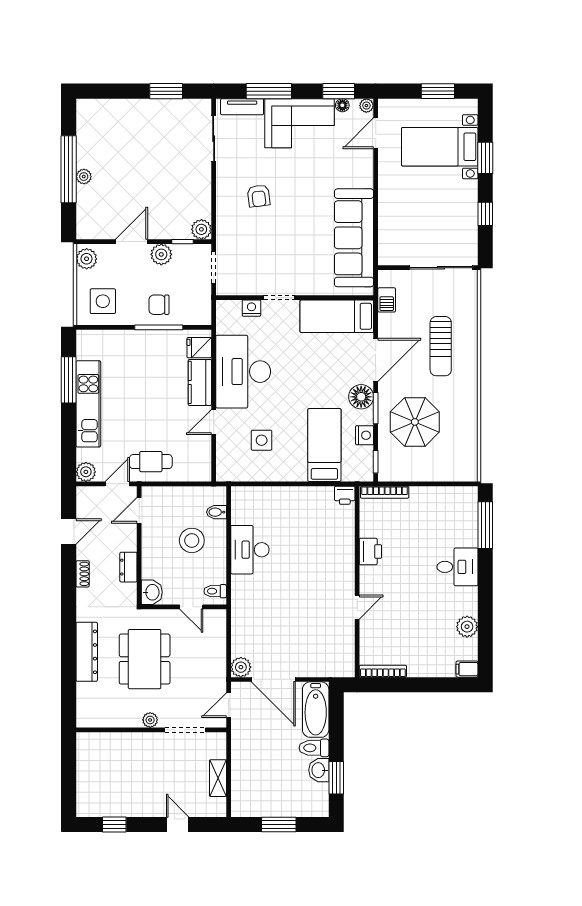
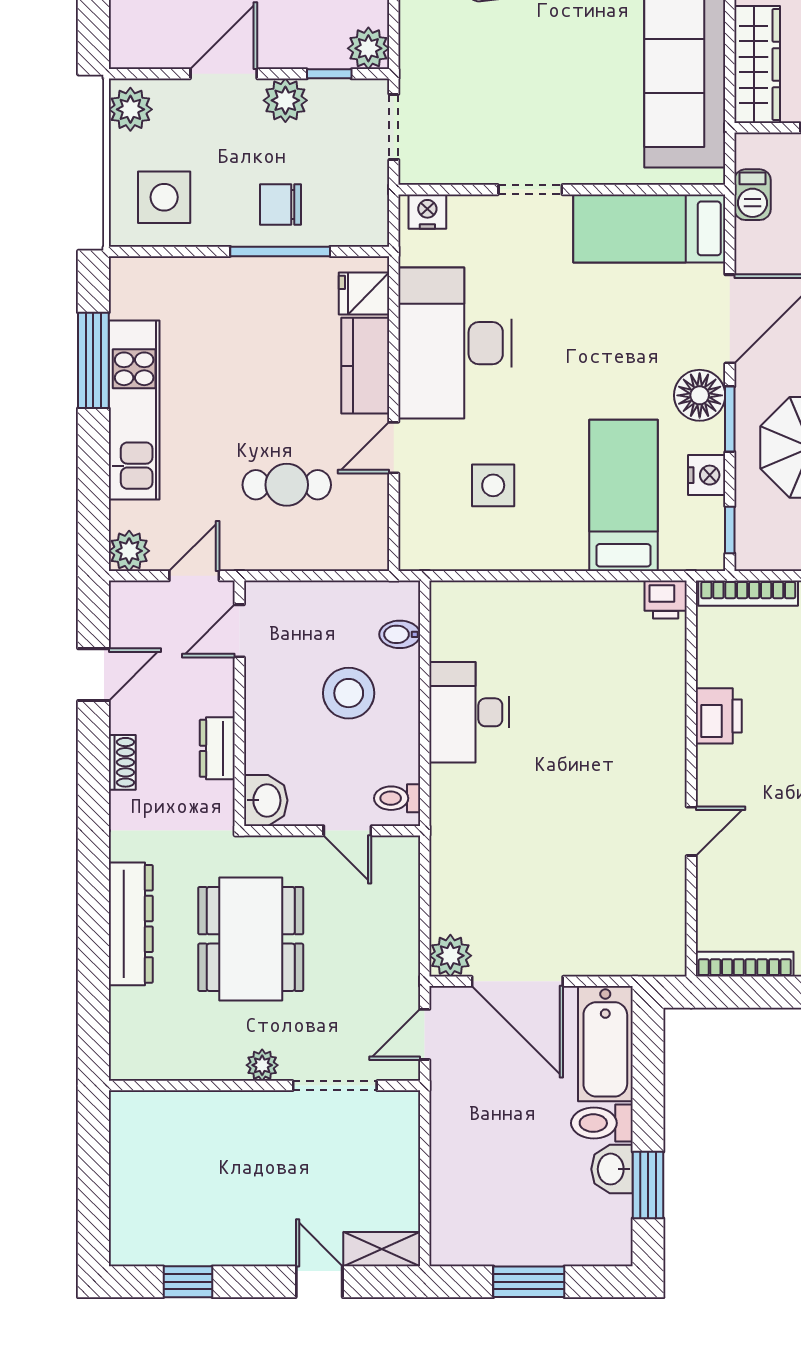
wardrobe: (389, 237) -> (757, 65), added
nightstand: (251, 308) -> (427, 212), moved
cafe table: (151, 462) -> (287, 485), moved
shelving: (218, 778) -> (382, 1249), moved, turned 90

